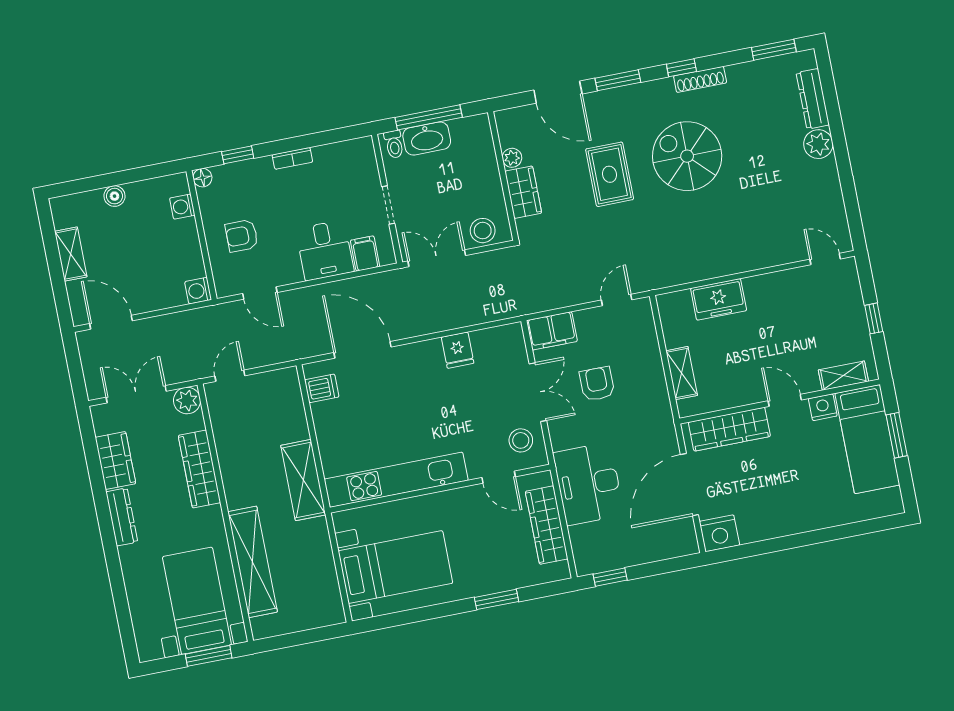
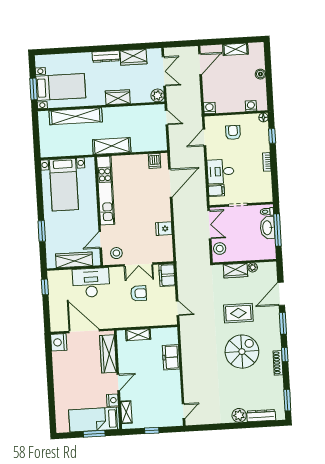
wardrobe: (200, 469) -> (118, 97), width x0.67

